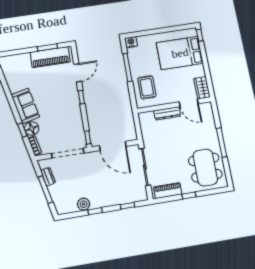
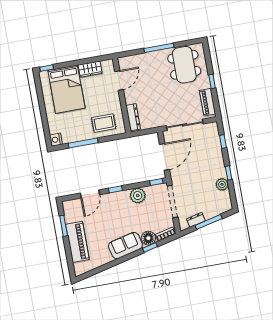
piano: (50, 57) -> (77, 242), moved
door: (78, 73) -> (90, 194), swing flipped
wardrobe: (202, 88) -> (90, 69), moved
dresser: (167, 113) -> (133, 117), moved
plant: (75, 119) -> (138, 196), added
dining table: (205, 167) -> (184, 65), turned 90

